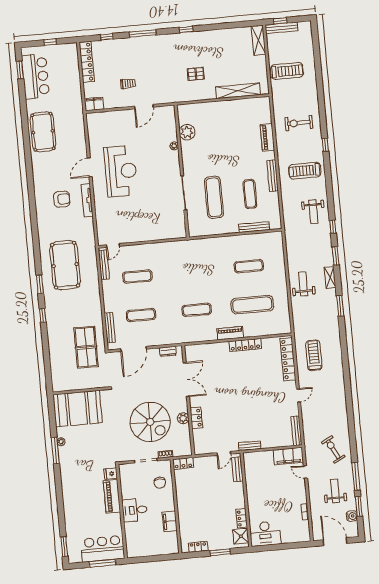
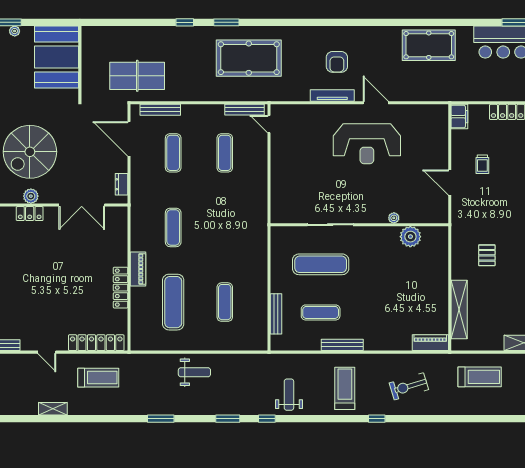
treadmill: (287, 71) -> (480, 377), turned -90
exercise bike: (299, 123) -> (409, 386), turned -107
piano: (267, 137) -> (430, 343), moved
weight bench: (313, 212) -> (289, 395), turned 90
shelving: (330, 278) -> (53, 409), moved

